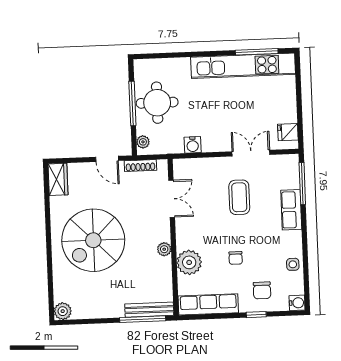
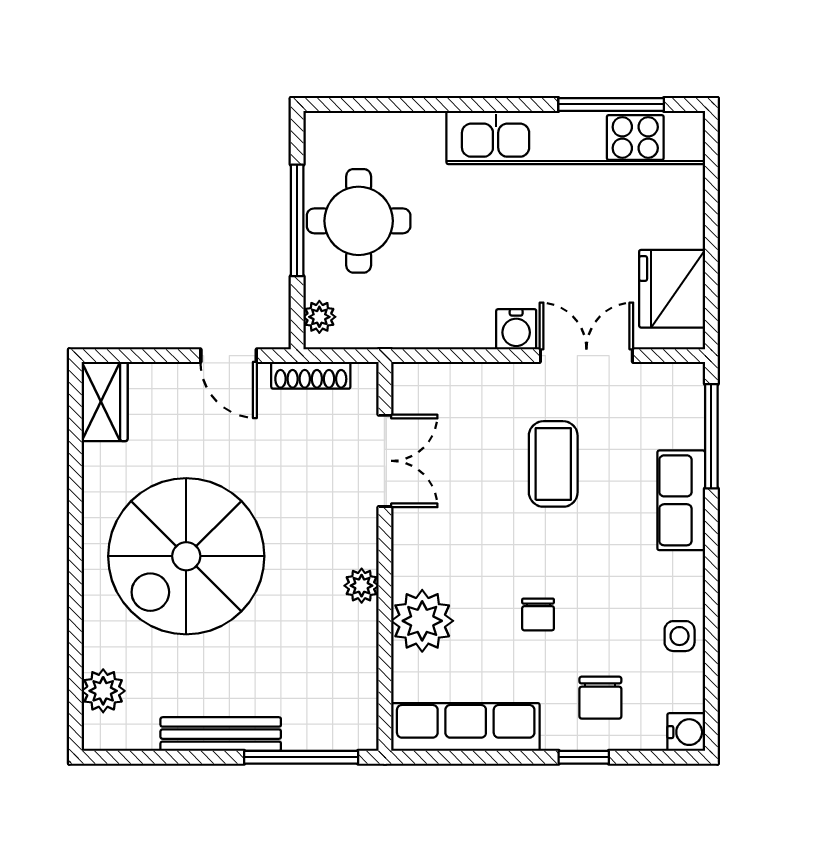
fridge: (288, 132) -> (672, 289), width x1.88, depth x1.34
water cooler: (193, 145) -> (516, 329), moved
bench: (149, 310) -> (221, 734), moved
plant: (63, 311) -> (103, 691), moved

